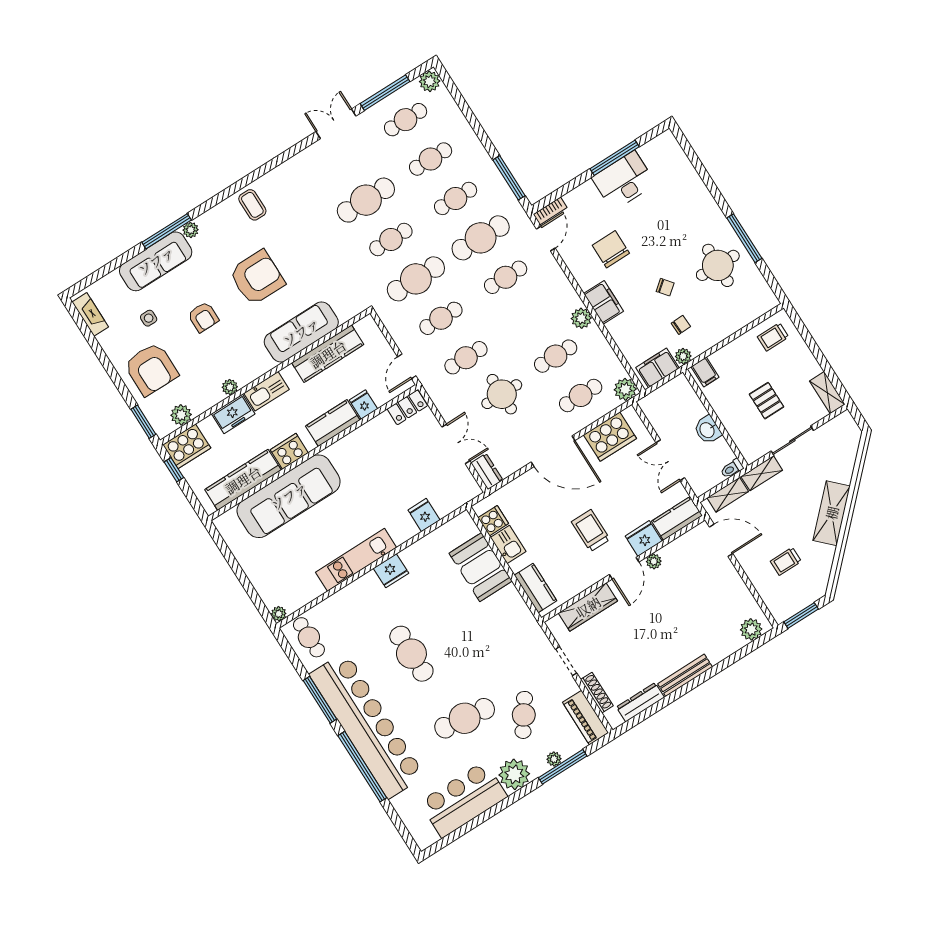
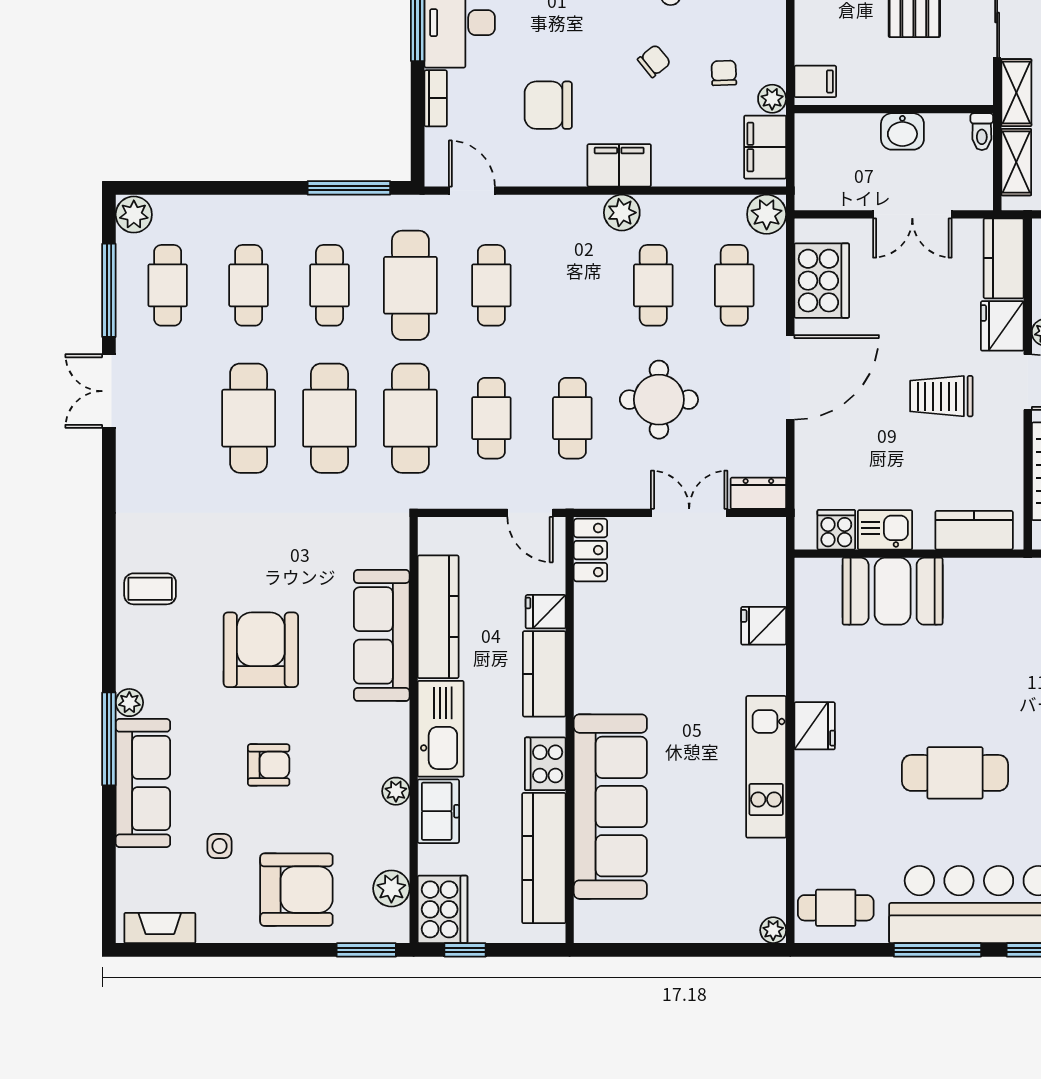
bookcase: (550, 211) -> (436, 98), moved
cafe table: (391, 239) -> (329, 418), width x1.37, depth x1.35
kitchen sink: (266, 391) -> (441, 729), width x1.36, depth x1.24

